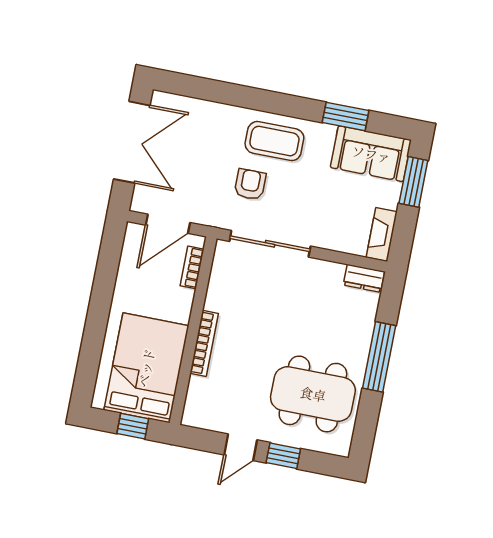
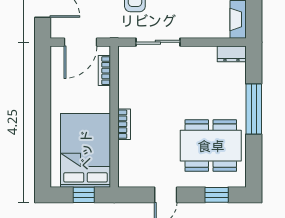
sliding door: (270, 244) -> (158, 42), width x0.73
bookcase: (204, 343) -> (124, 124), width x0.64
window: (283, 456) -> (217, 195), moved

